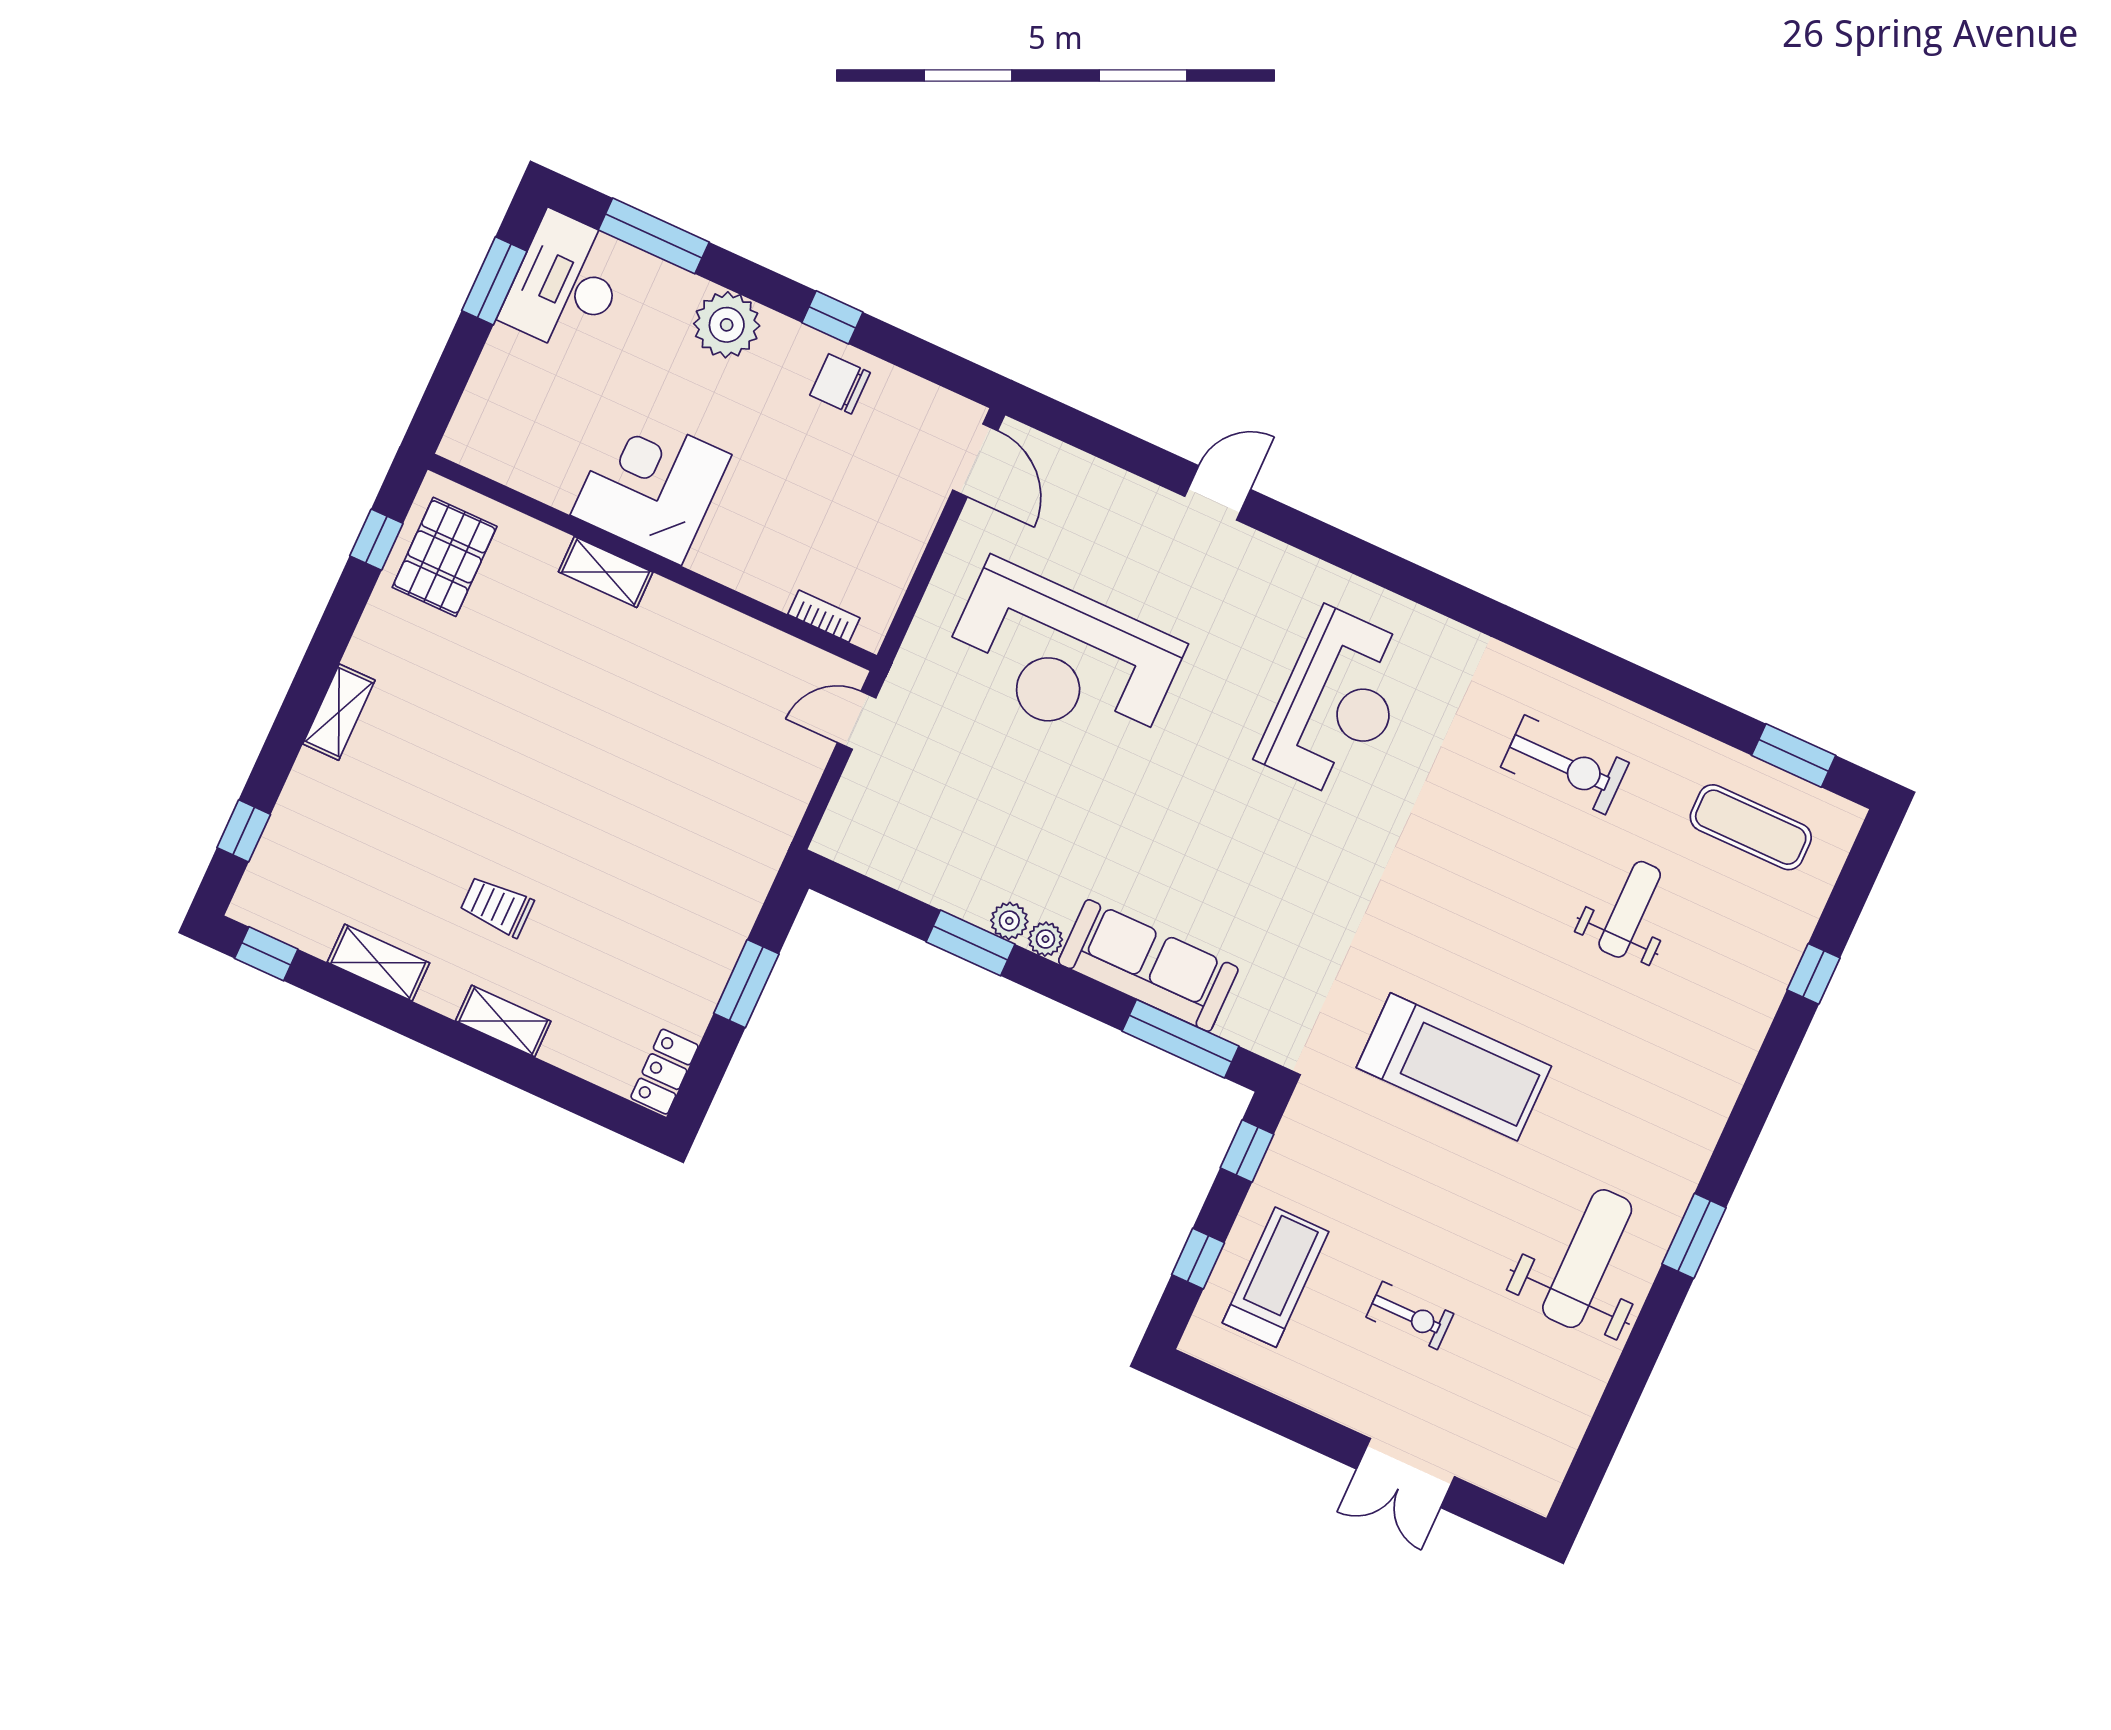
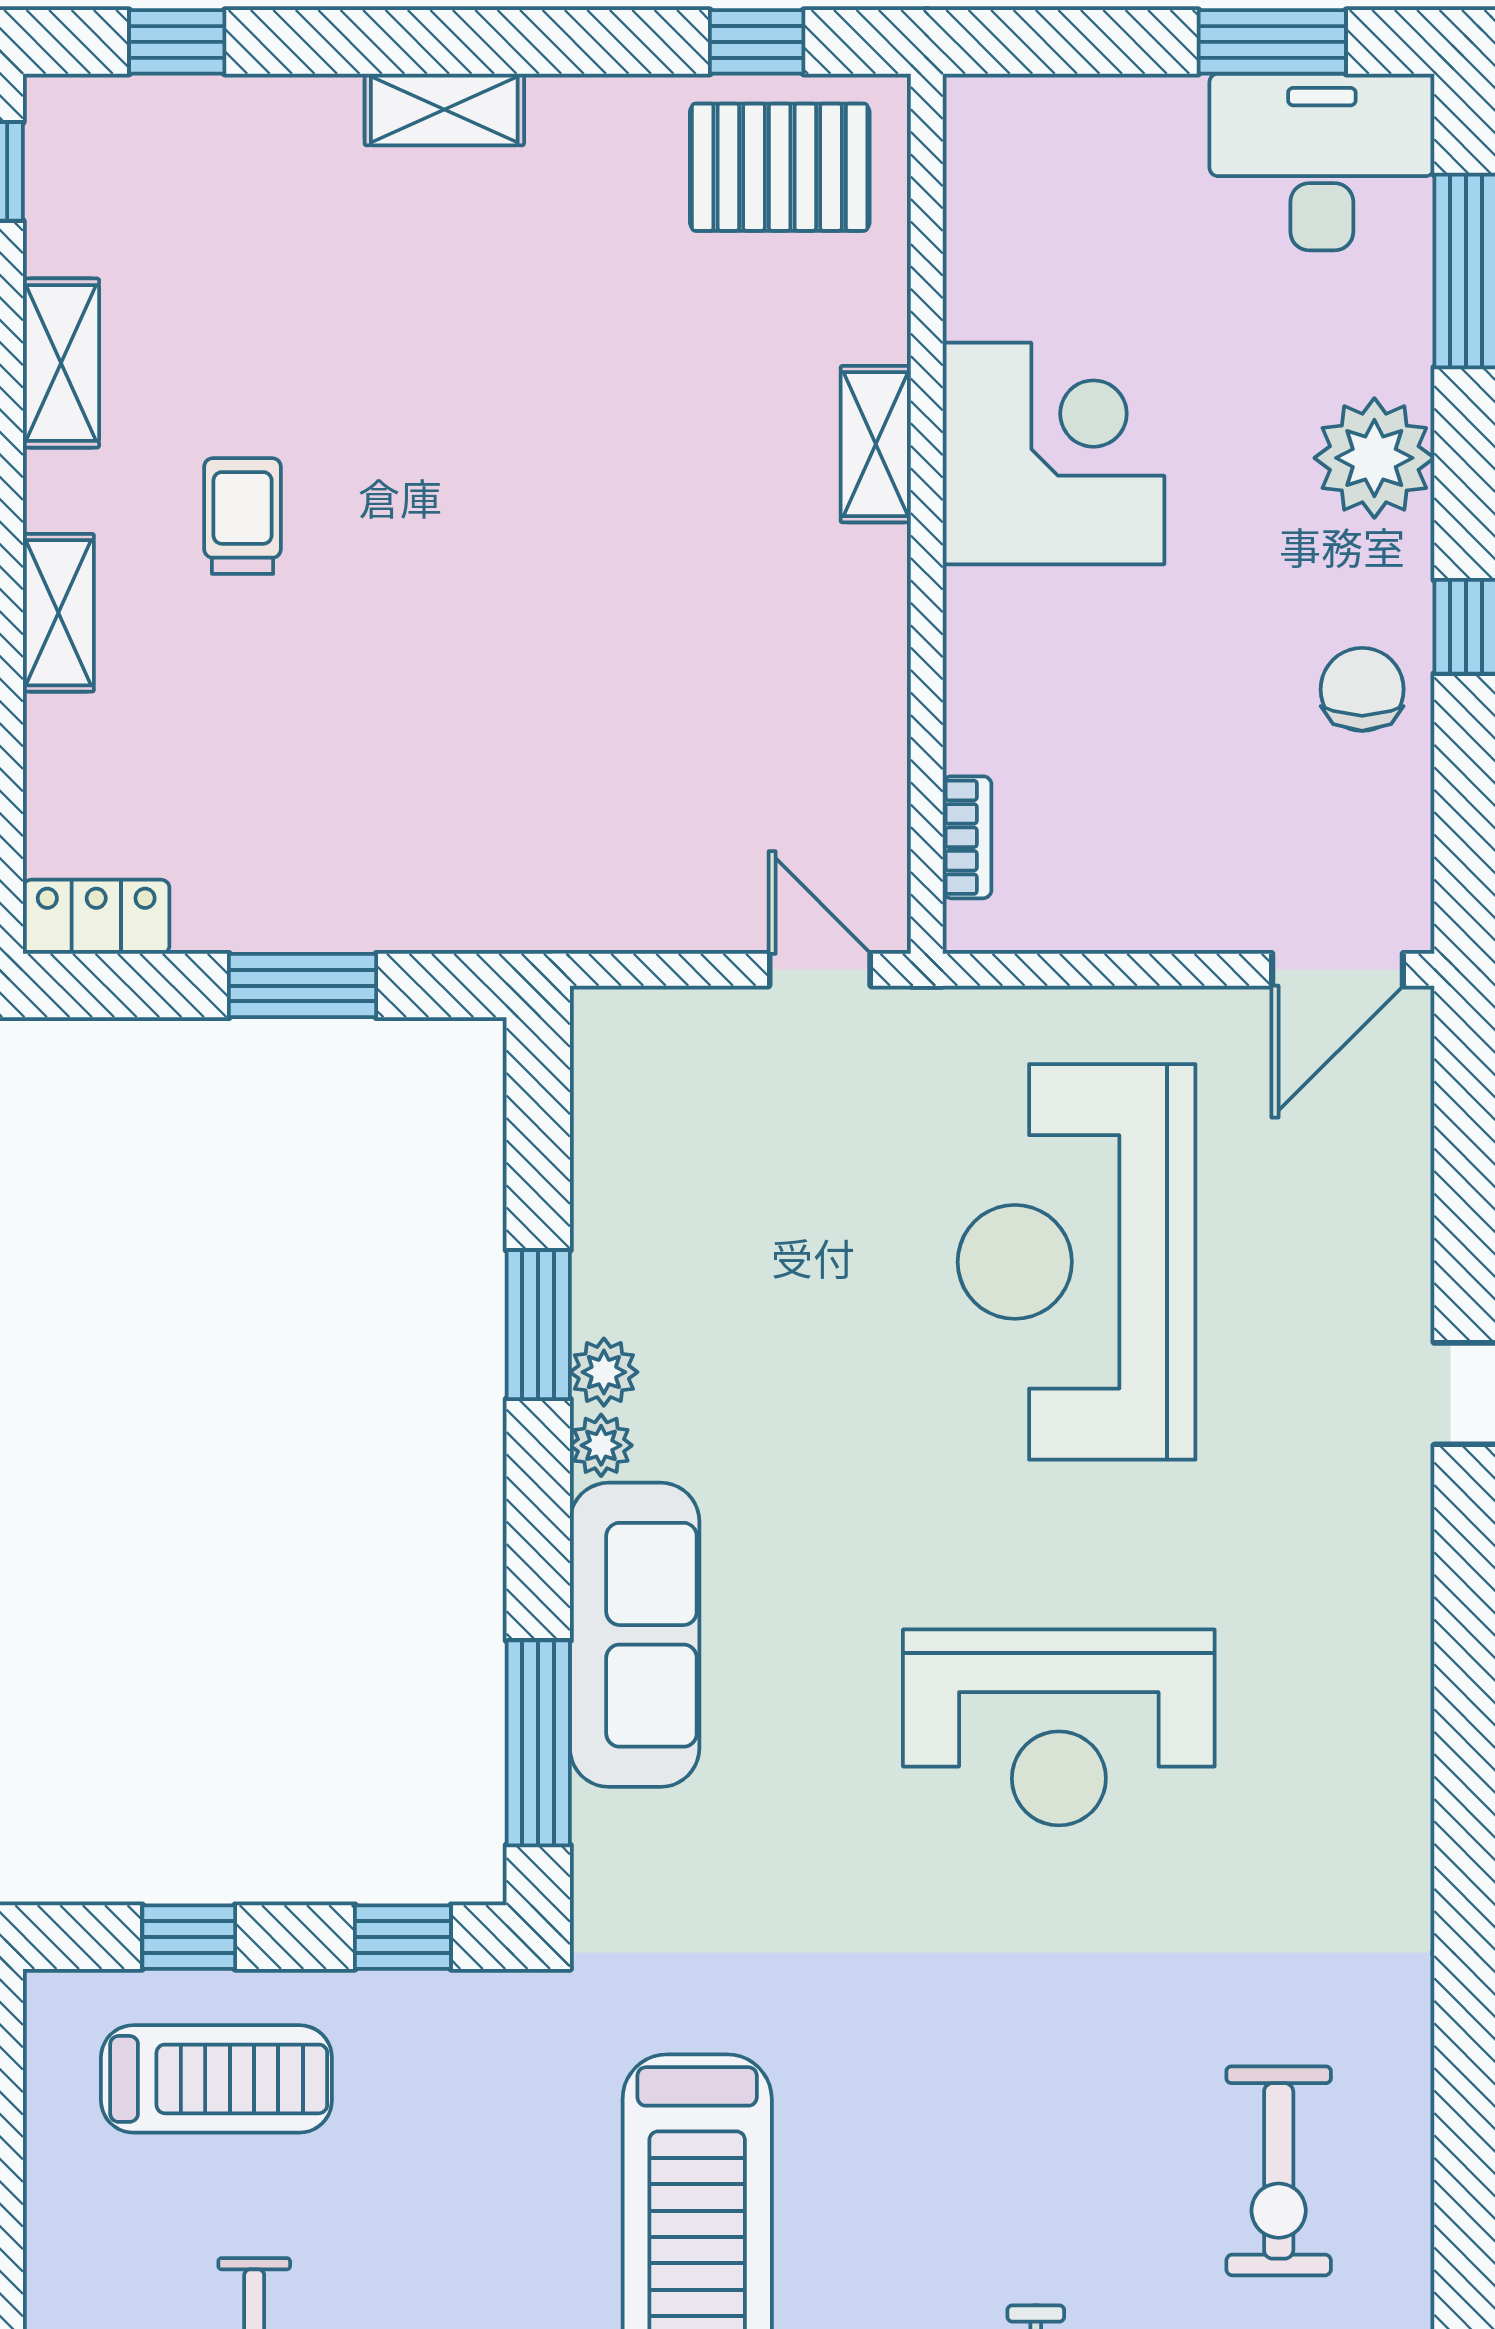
reception desk: (1337, 703) -> (1059, 1727), moved

